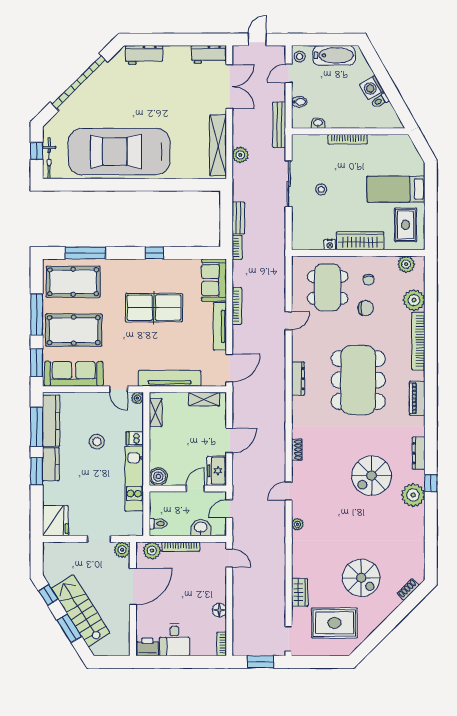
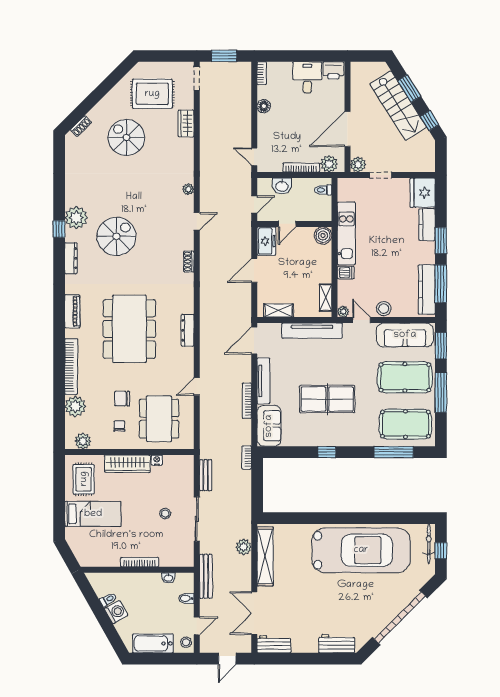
bench: (238, 218) -> (206, 475), moved
stool: (97, 442) -> (384, 309), moved
kitchen counter: (51, 464) -> (427, 225), moved

